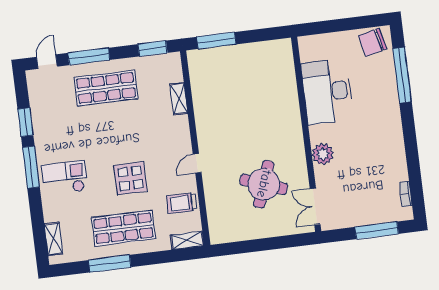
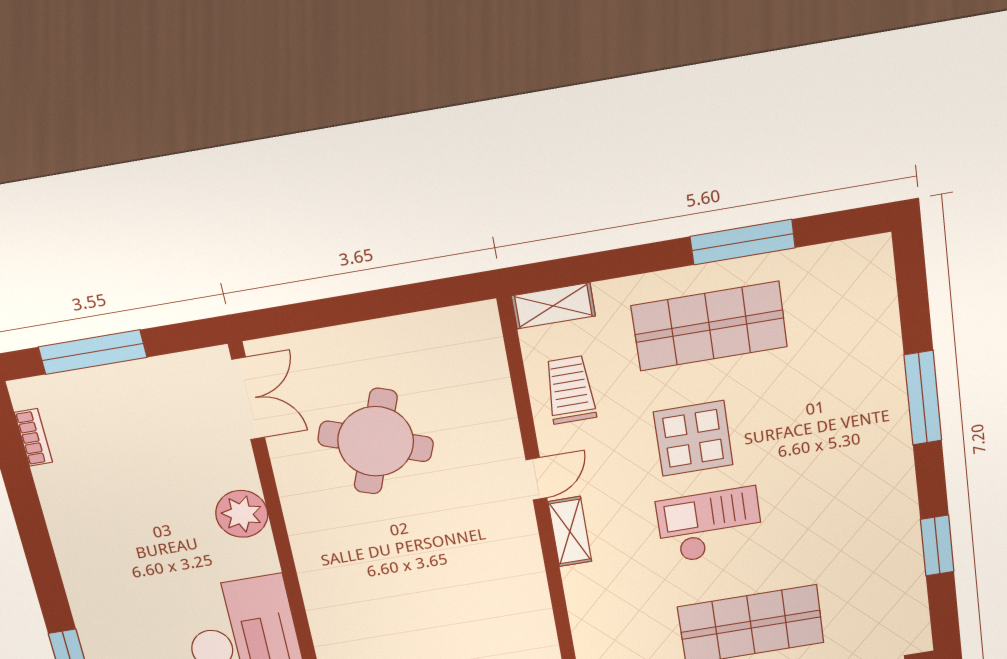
shelving: (179, 99) -> (570, 532), moved
window: (31, 167) -> (923, 398), moved
checkout: (65, 178) -> (710, 525), moved, turned 180
trolley: (182, 203) -> (570, 390), turned -90
shelving: (53, 239) -> (880, 293), removed

